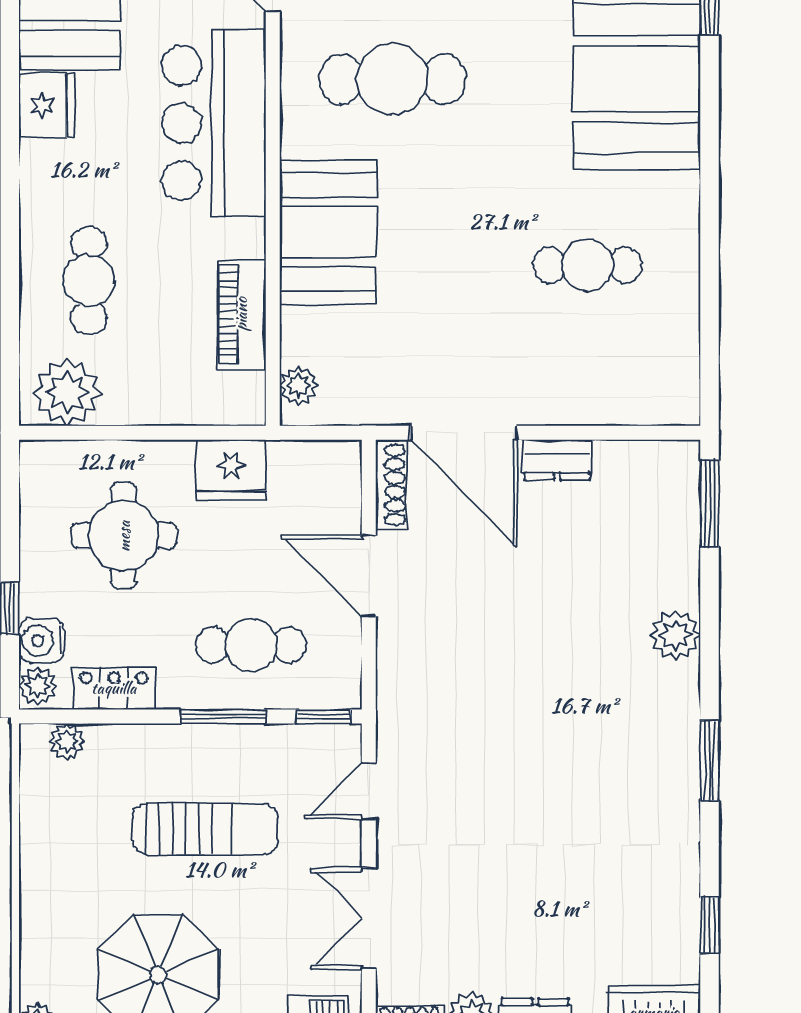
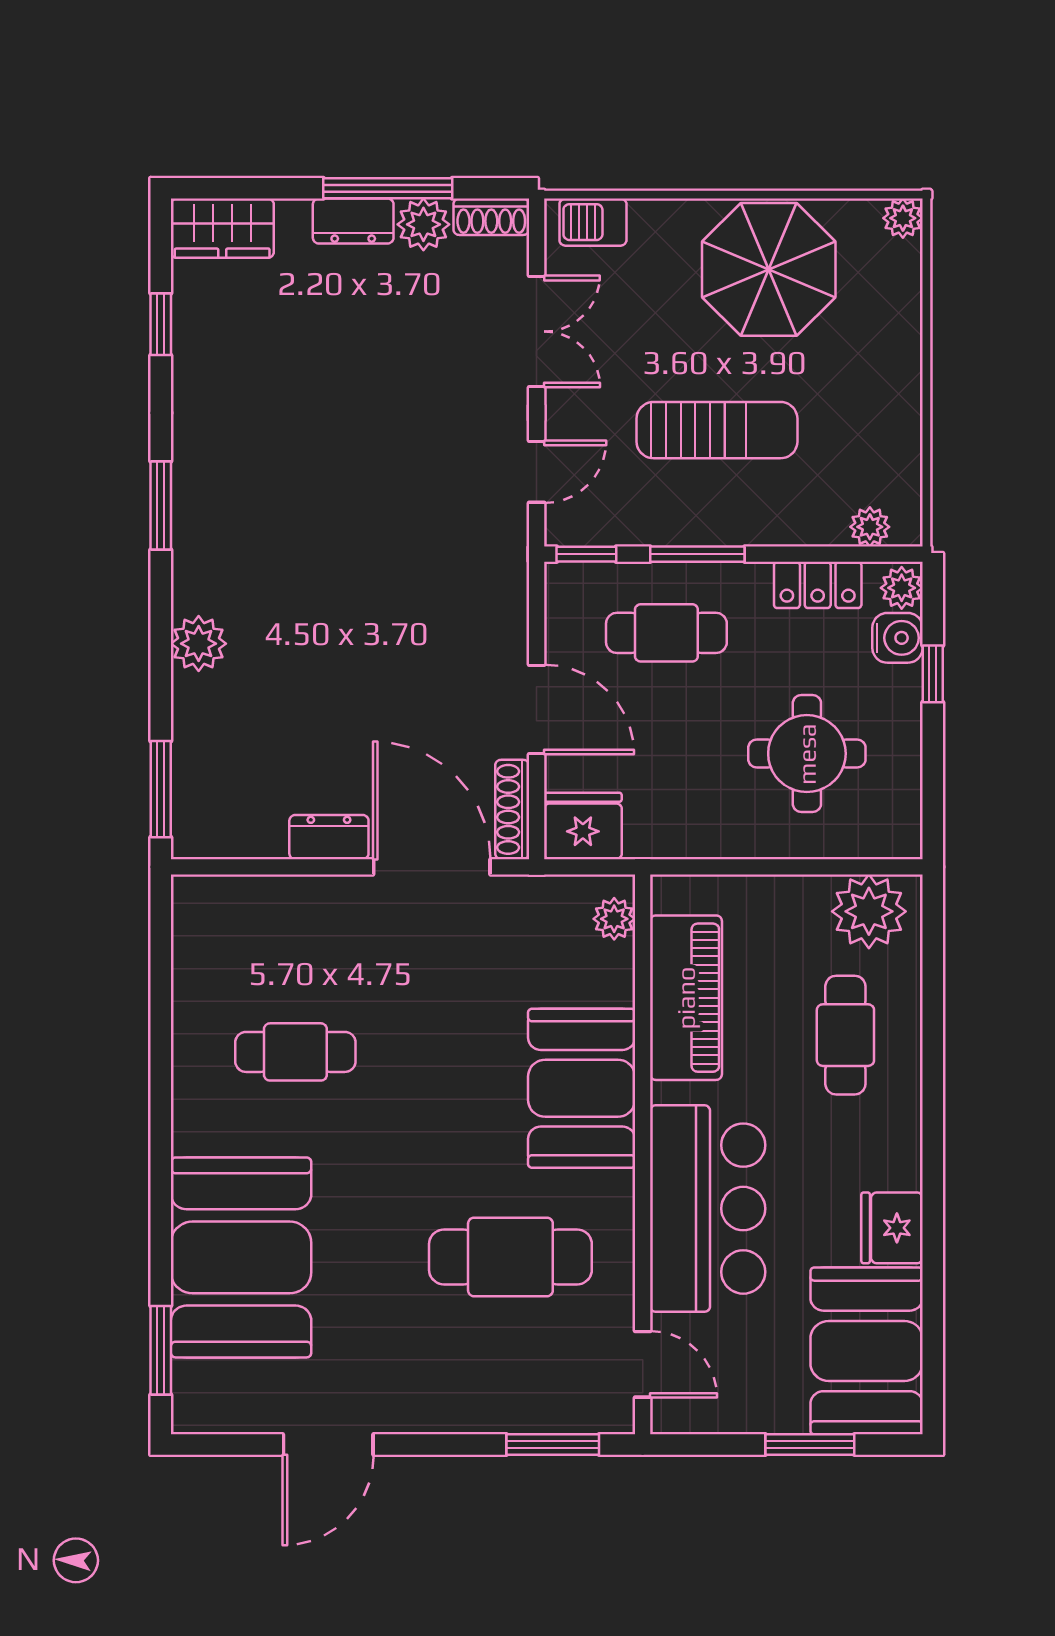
piano: (241, 314) -> (686, 998), width x1.37, depth x1.33
fridge: (231, 470) -> (583, 826), moved
sun lounger: (205, 829) -> (717, 430), turned 180

